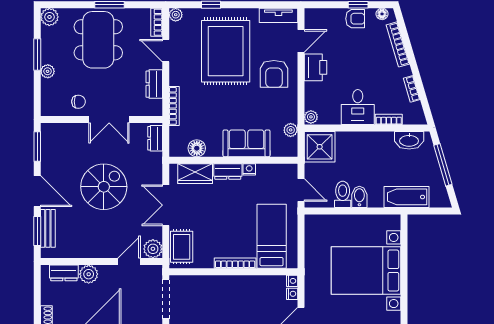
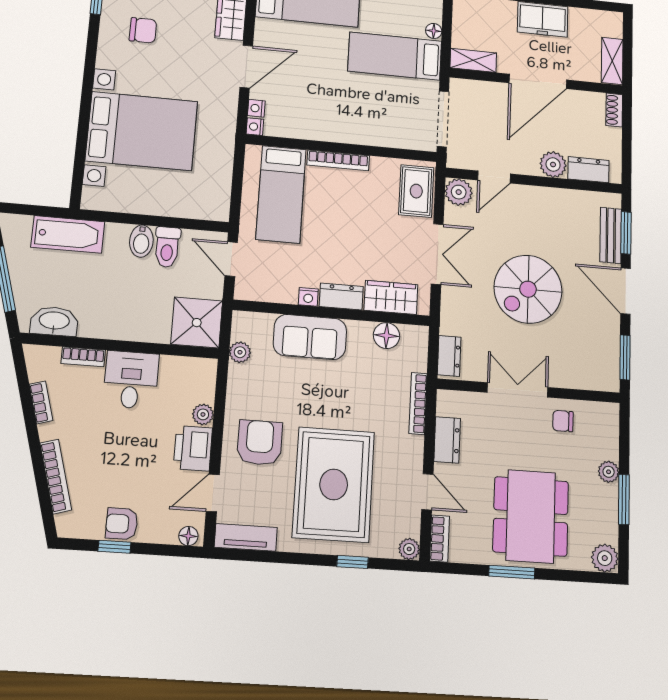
floor lamp: (382, 14) -> (188, 536), moved
plant: (311, 117) -> (203, 414), moved

